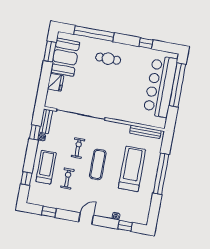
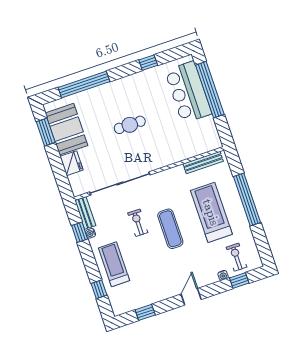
cafe table: (108, 59) -> (130, 125), moved
bar counter: (160, 86) -> (188, 92), width x0.73
exercise bike: (67, 179) -> (236, 257), moved

